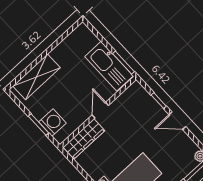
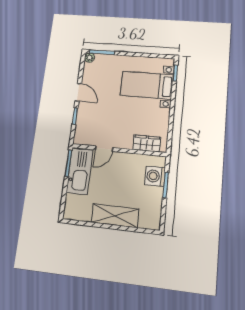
shelving: (36, 77) -> (115, 216), moved
door: (100, 110) -> (104, 149), moved
wardrobe: (84, 139) -> (147, 143), width x0.67

